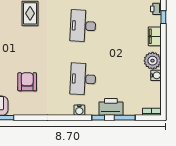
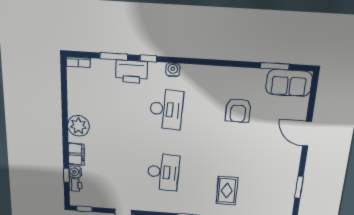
water cooler: (156, 75) -> (75, 172), moved

